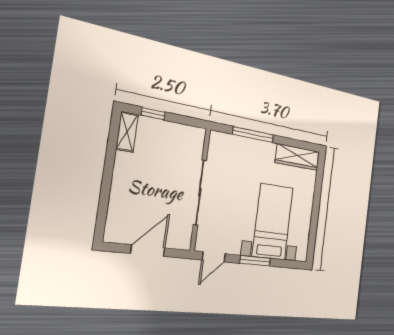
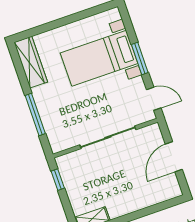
window: (153, 114) -> (58, 180), moved
door: (148, 251) -> (174, 157), hinge flipped

